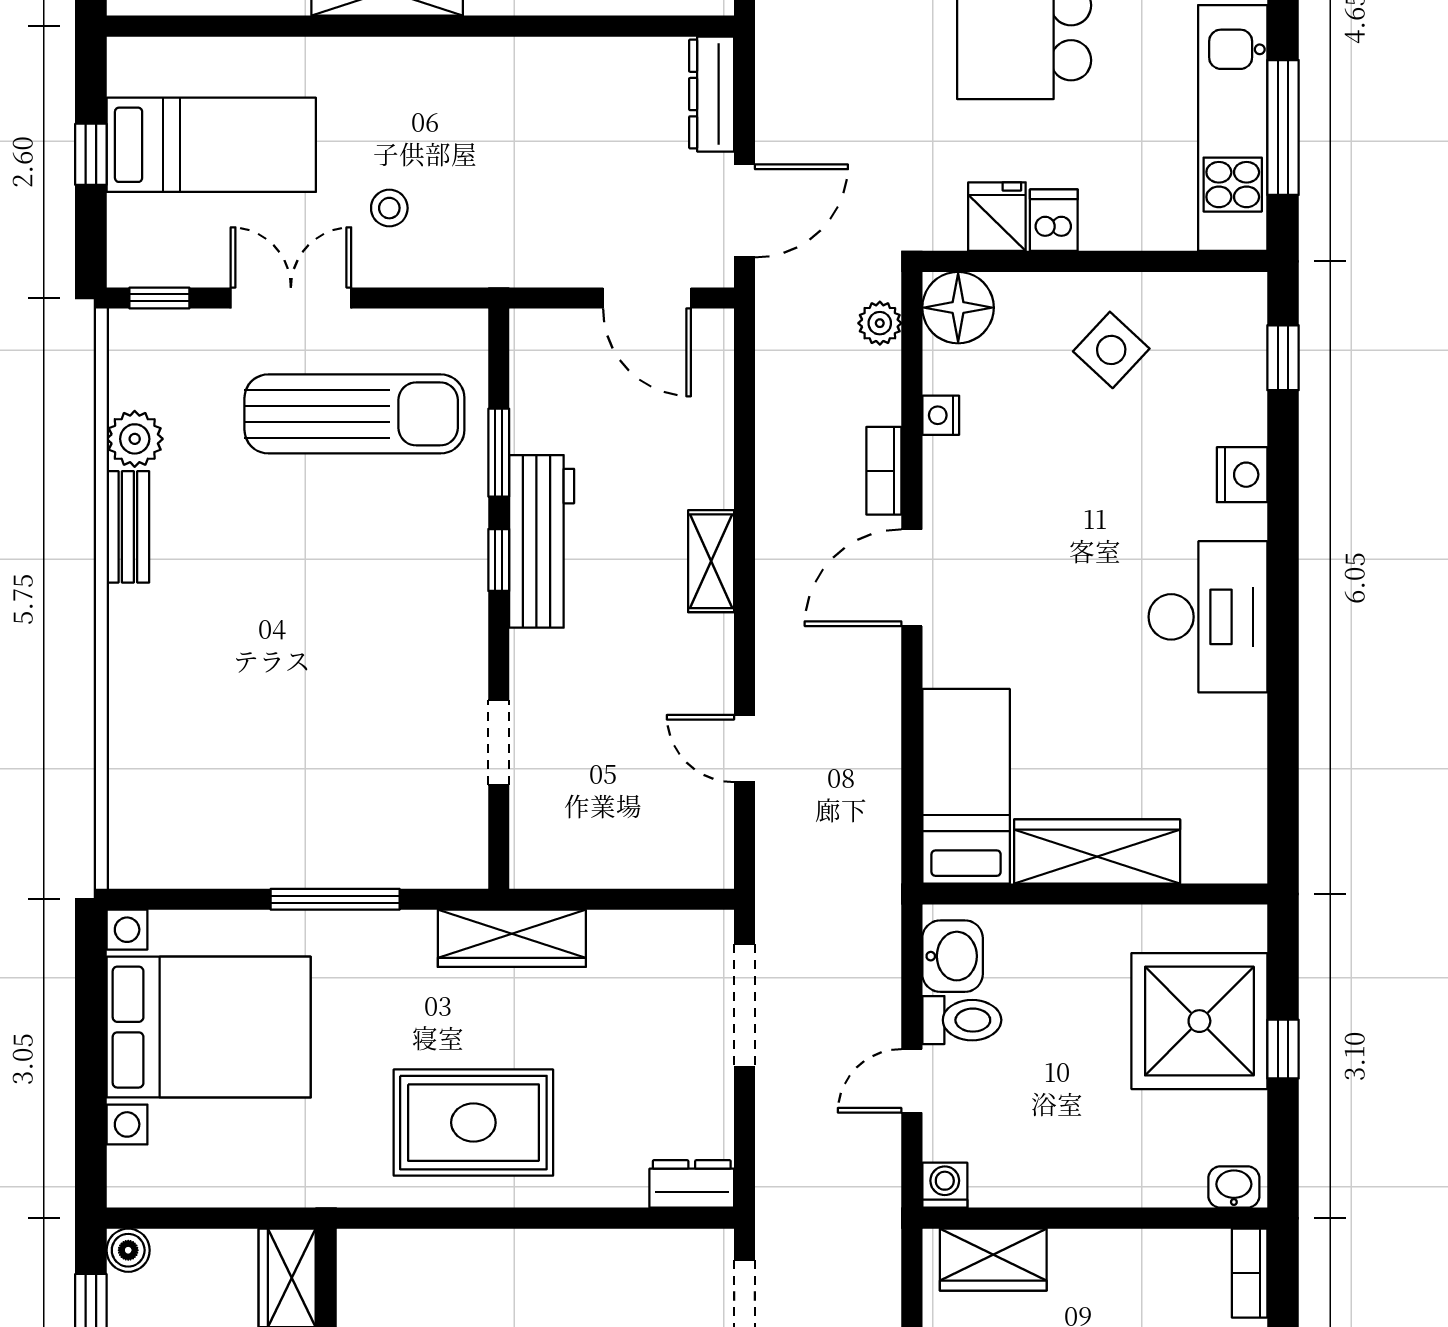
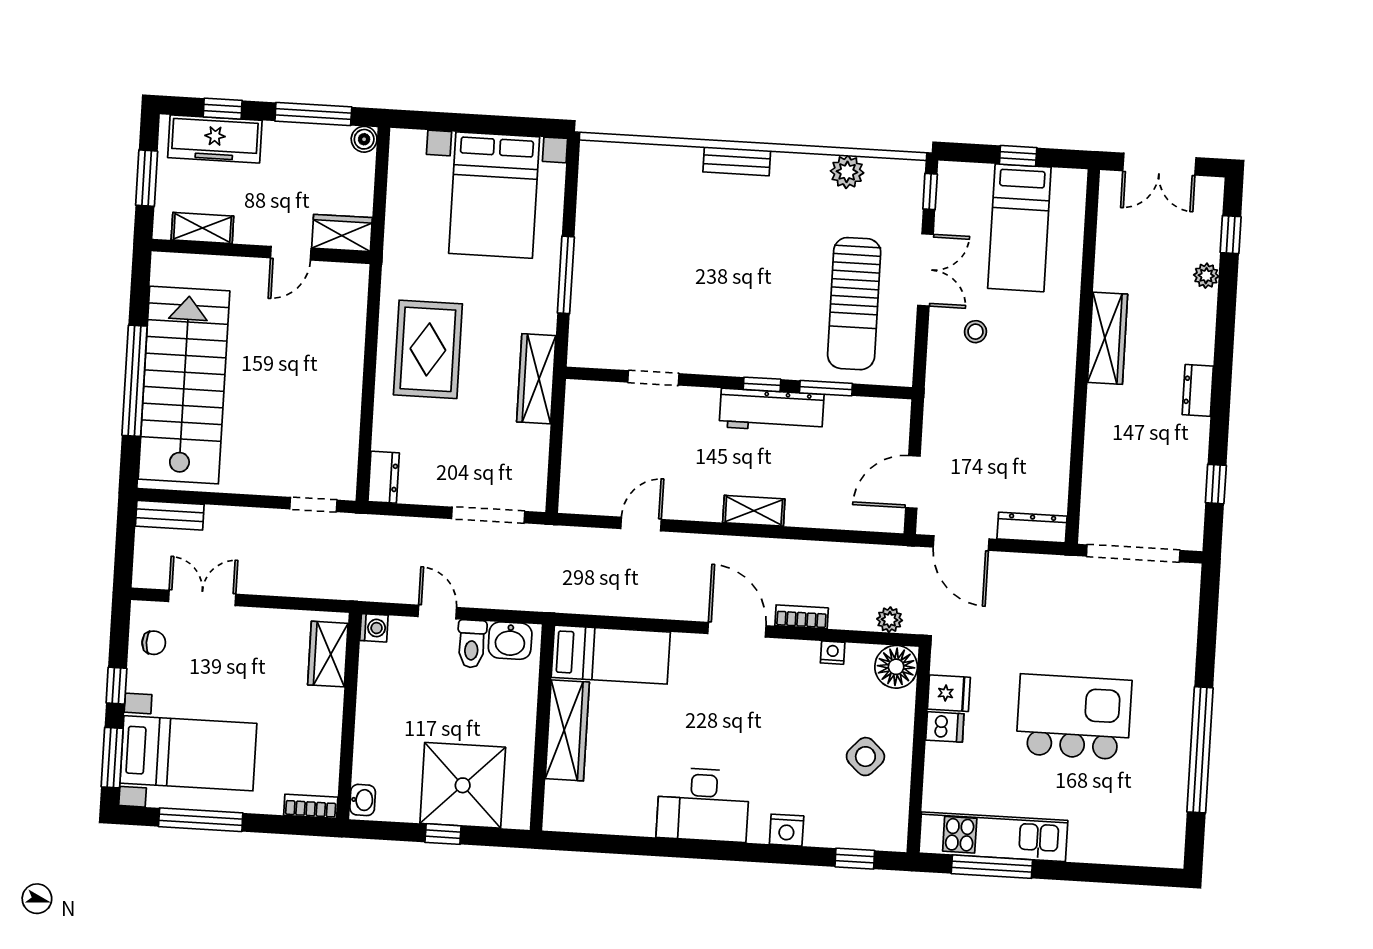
bench: (128, 527) -> (737, 161), moved

